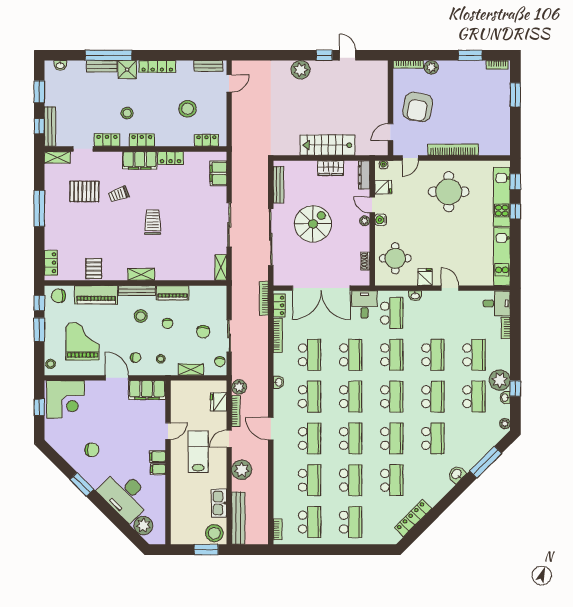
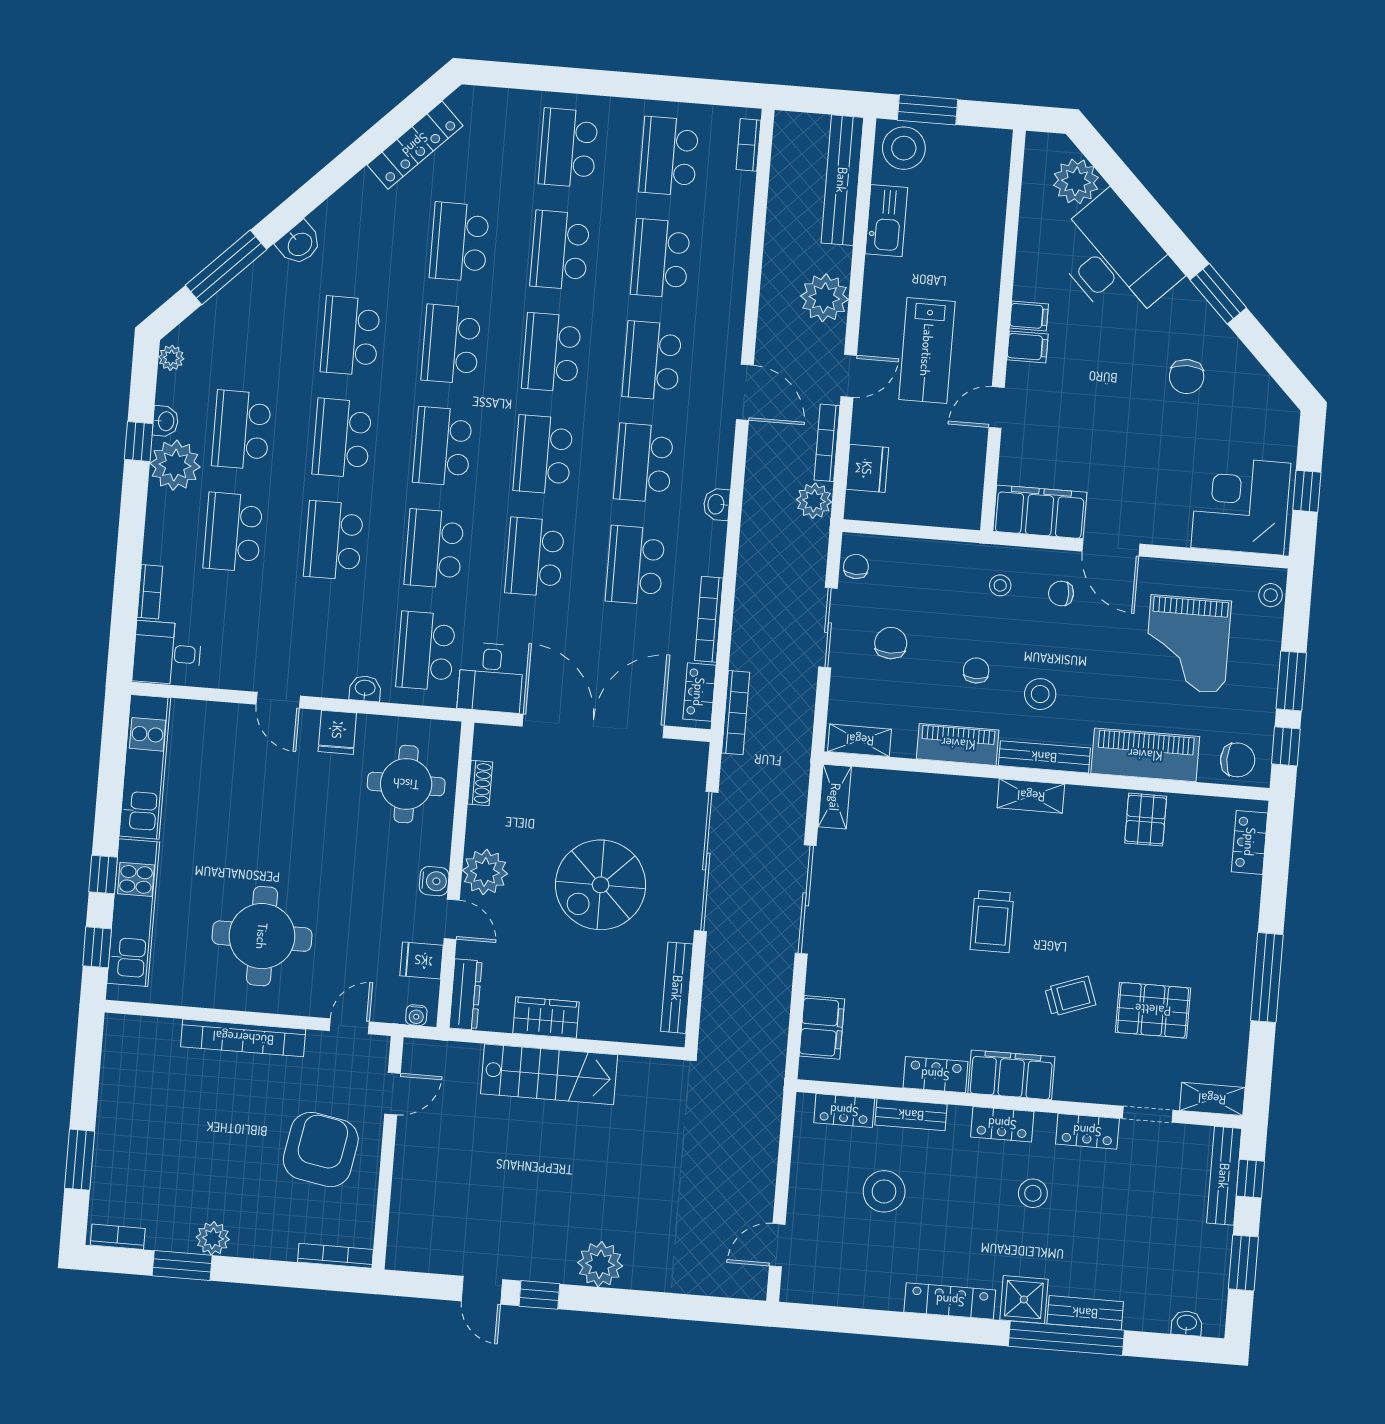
bench: (208, 66) -> (911, 1115), moved
plant: (431, 67) -> (213, 1238), moved
plant: (365, 221) -> (485, 872), width x1.87, depth x1.87
shelving: (191, 370) -> (860, 740), moved
chair: (92, 450) -> (1187, 377), turned -90

